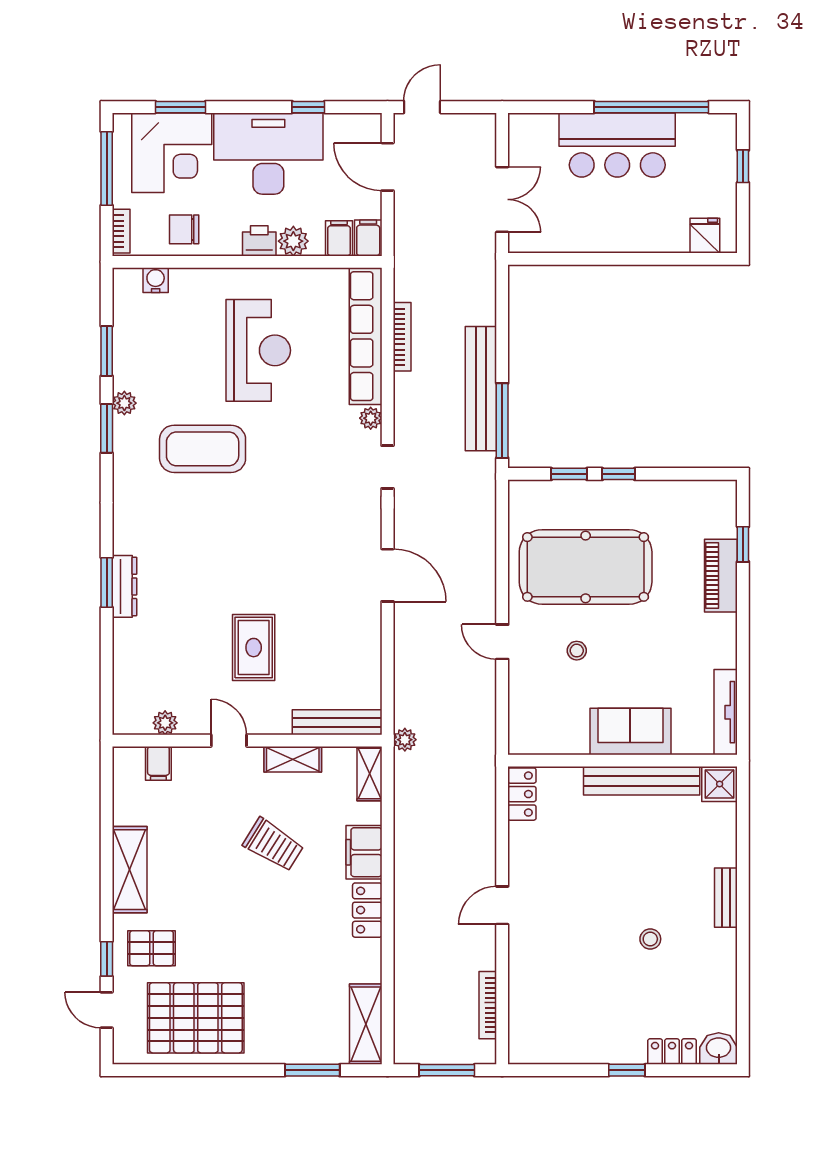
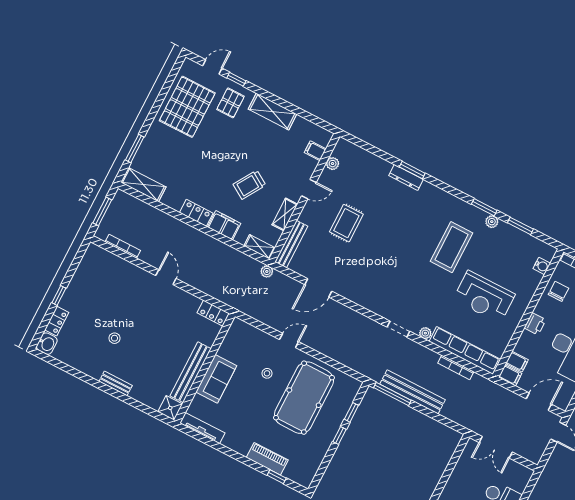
plant: (293, 241) -> (527, 340), removed
door: (388, 575) -> (318, 288), moved
rug: (254, 648) -> (346, 223), turned 90

